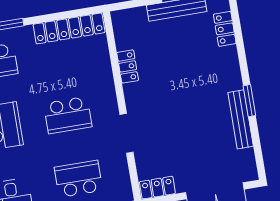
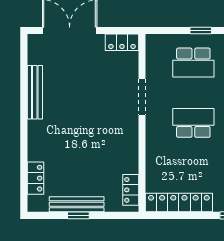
locker: (128, 66) -> (131, 190), moved
window: (249, 101) -> (24, 108), removed

